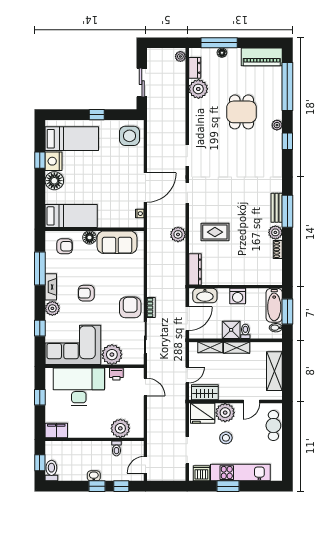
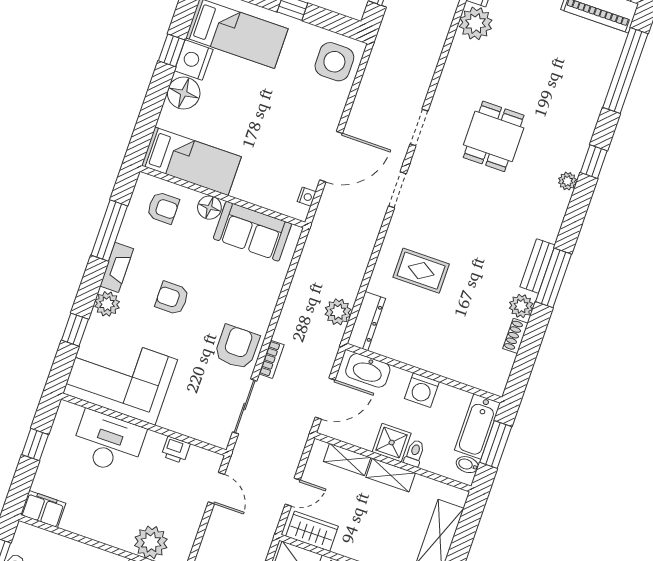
dining table: (242, 112) -> (494, 136), moved
plant: (277, 125) -> (567, 181), moved
plant: (178, 234) -> (338, 312), moved
plant: (112, 355) -> (179, 415), removed
desk: (79, 387) -> (108, 442), width x0.73, depth x0.77

